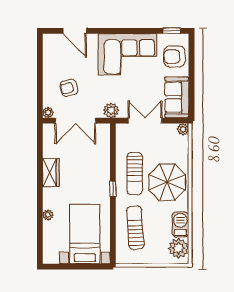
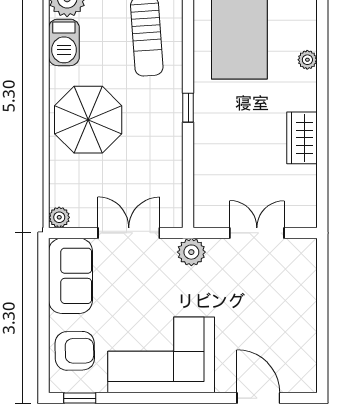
armchair: (69, 88) -> (269, 293), removed
plant: (48, 112) -> (307, 248), removed
double door: (75, 121) -> (257, 233), width x0.73
double door: (145, 121) -> (129, 233), swing flipped
sun lounger: (135, 174) -> (148, 136), removed

